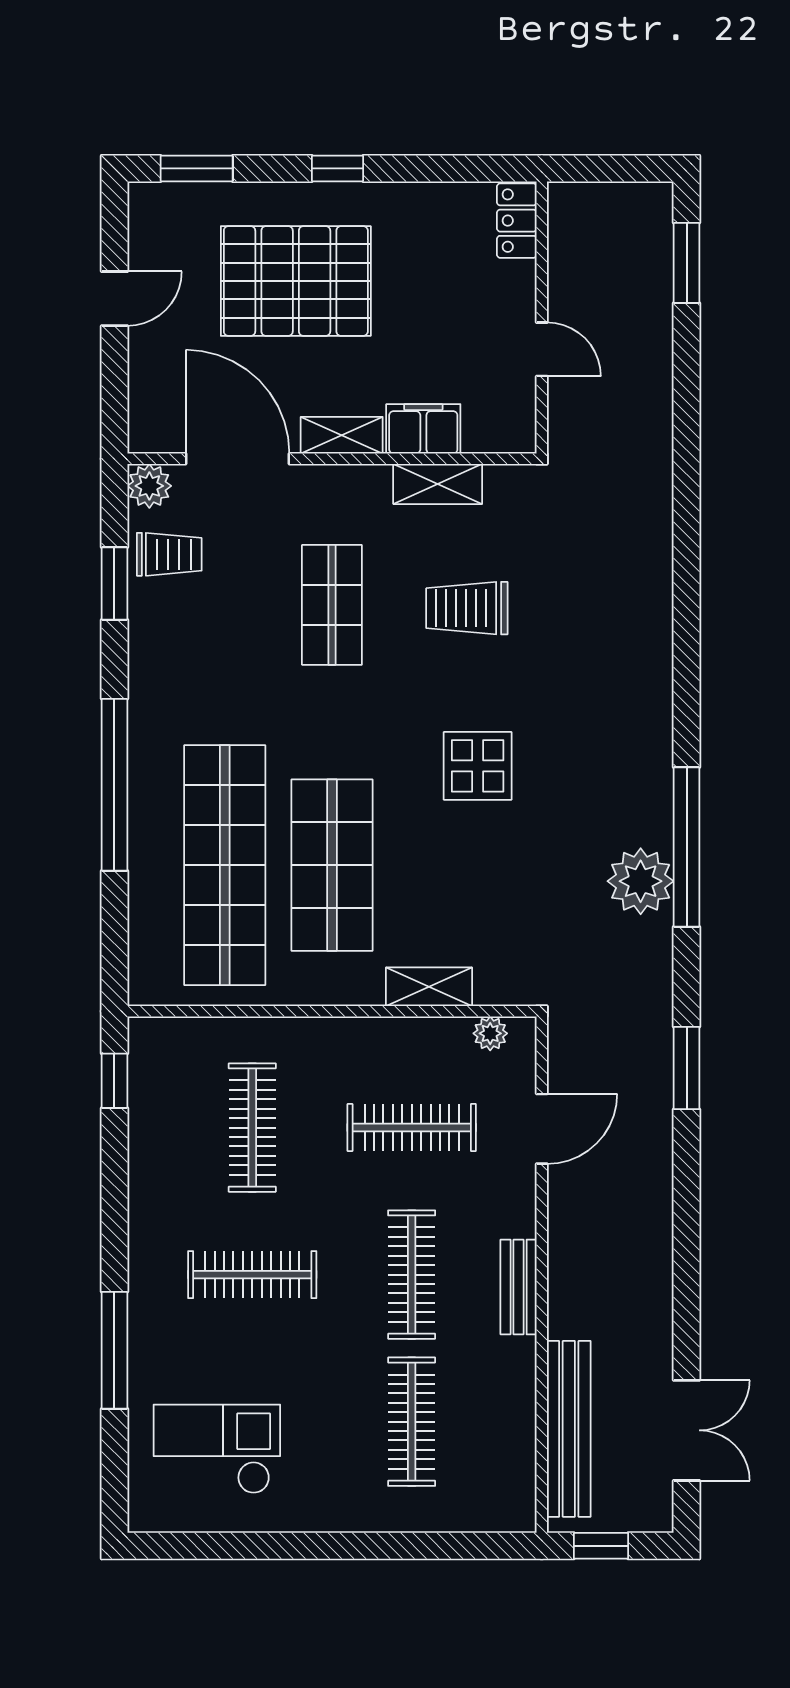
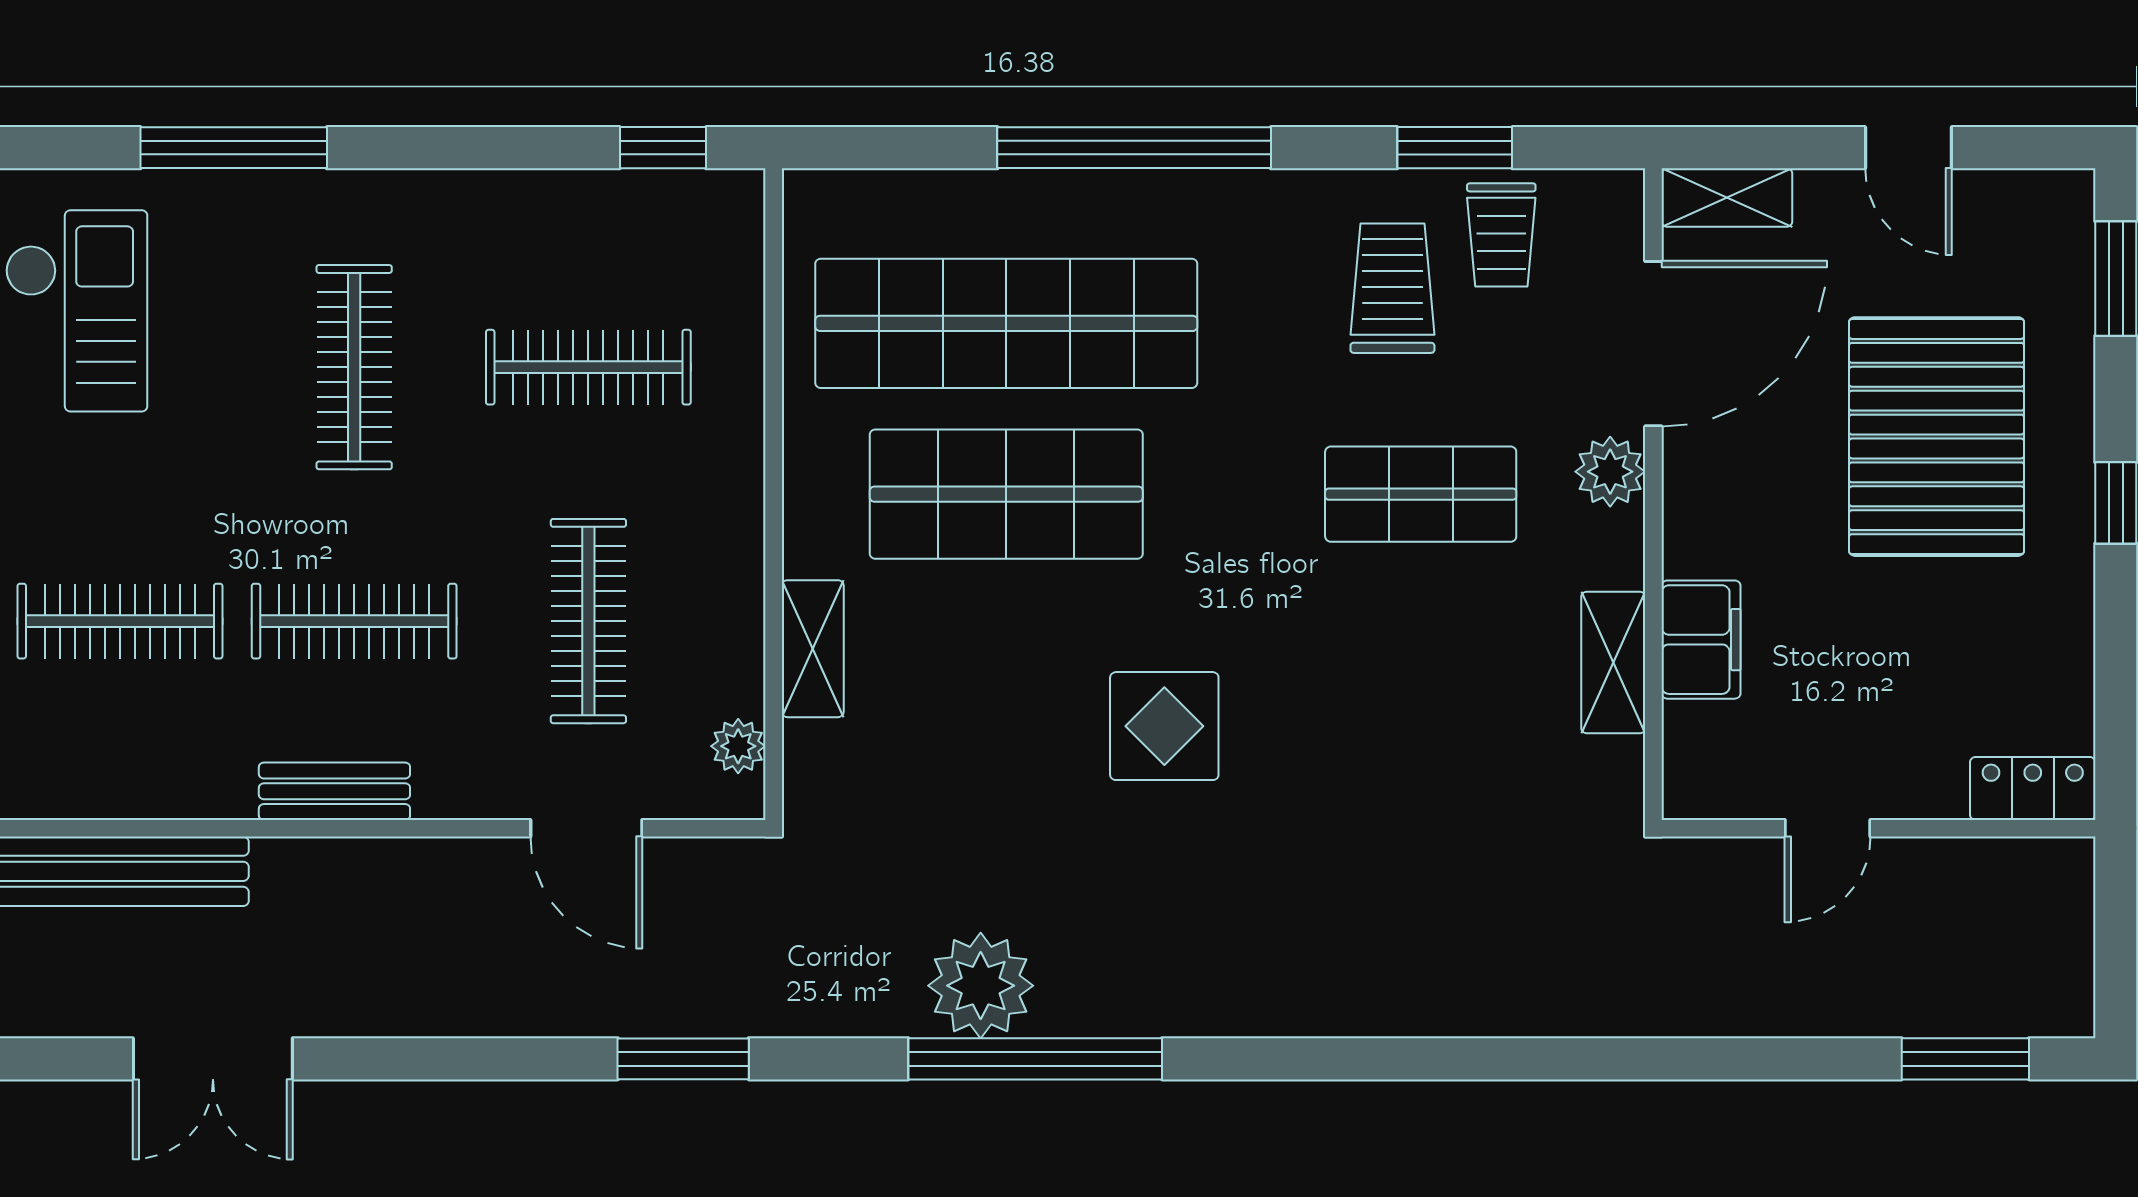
shelving: (342, 435) -> (1727, 198), moved, turned 90
plant: (149, 486) -> (1610, 472), moved
trolley: (467, 608) -> (1392, 288), moved
double door: (687, 1430) -> (213, 1059), moved

